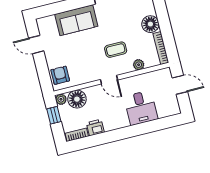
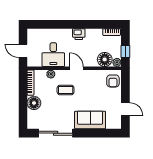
desk: (141, 108) -> (53, 55), moved, turned 180
printer: (95, 128) -> (79, 34), moved

